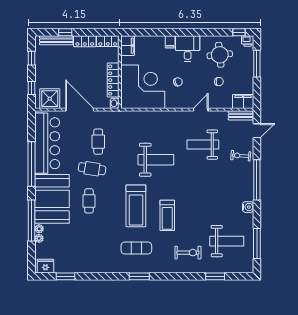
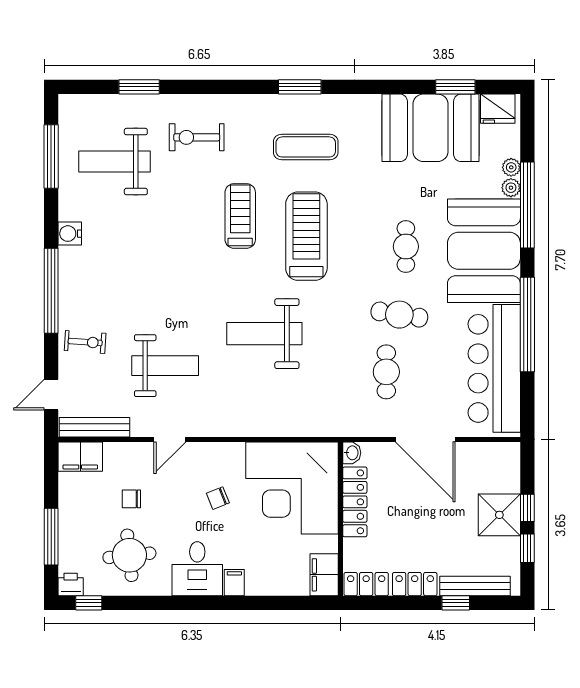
window: (31, 88) -> (527, 508), moved
shower: (50, 99) -> (499, 515), moved
bench: (241, 115) -> (94, 427), width x1.36
booth: (77, 257) -> (430, 128), added

